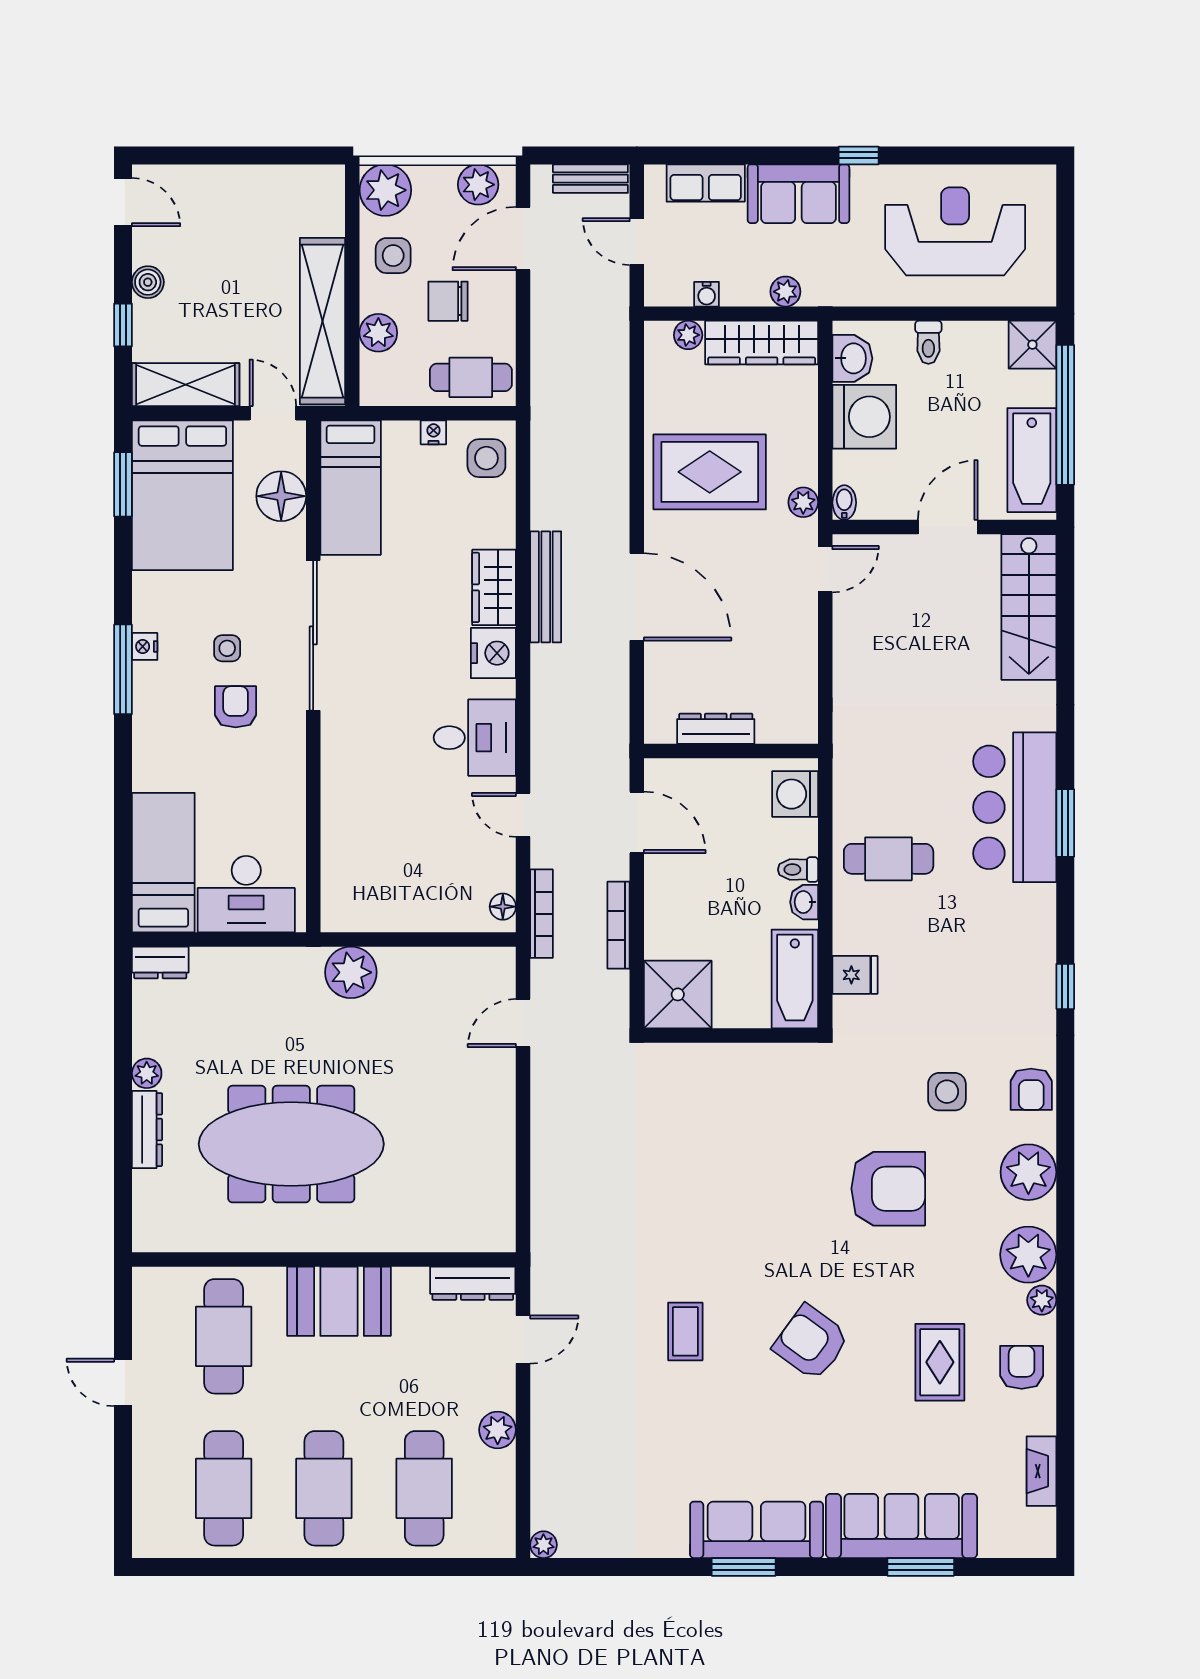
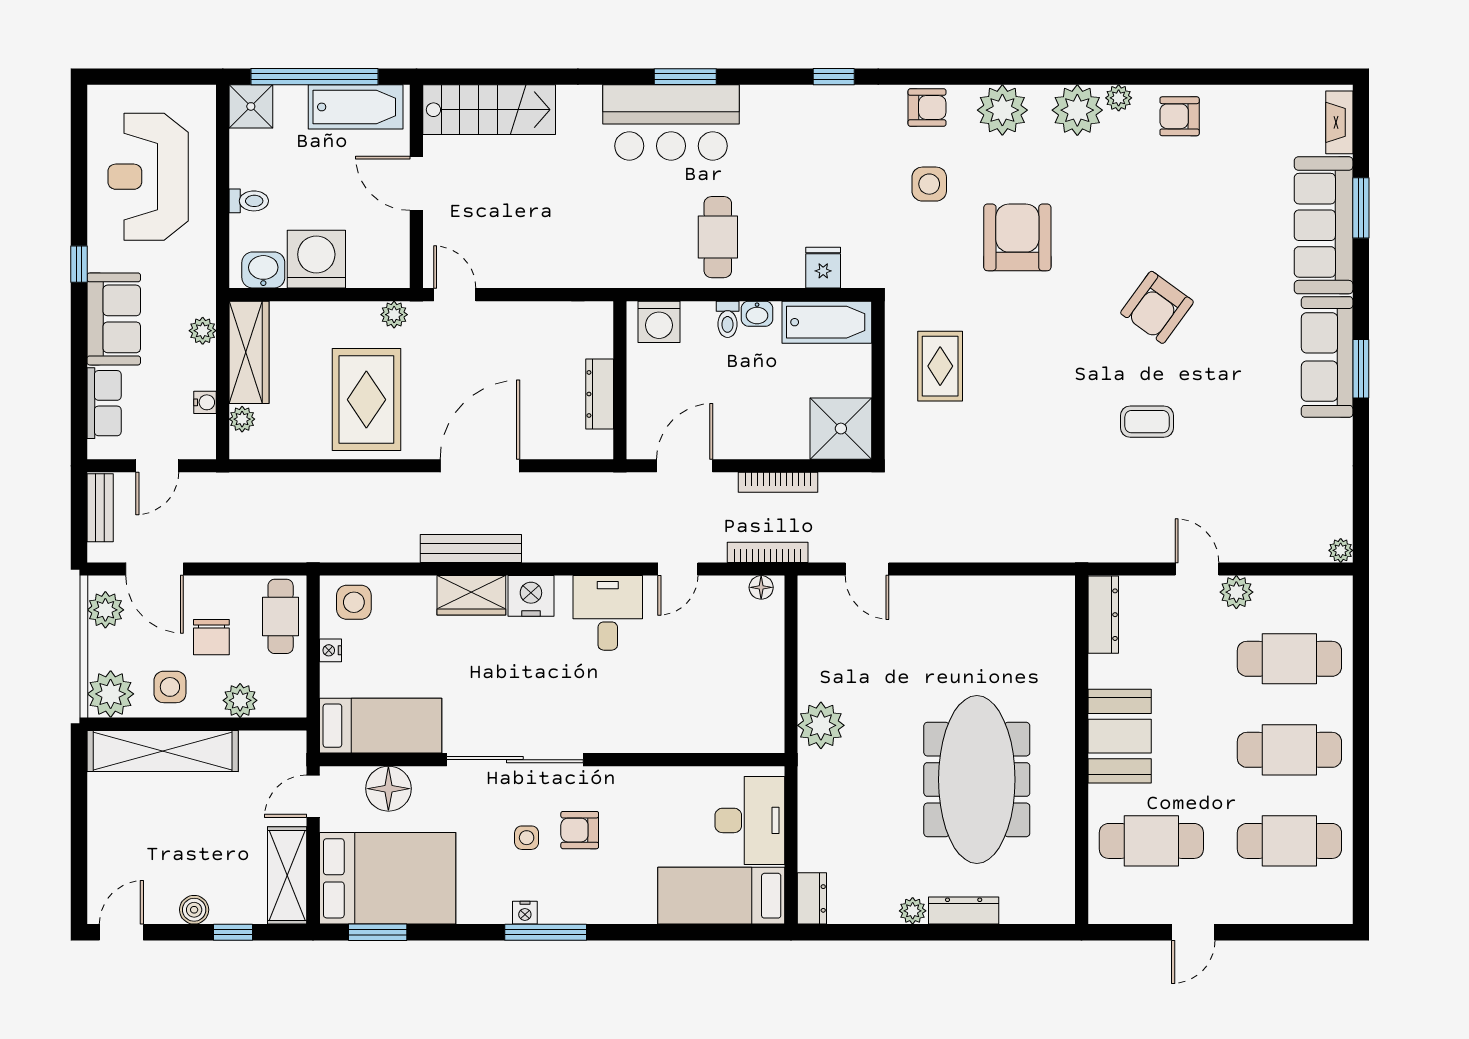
shelving: (323, 321) -> (163, 751), moved
bidet: (844, 503) -> (394, 277), removed
door: (523, 1340) -> (1197, 569), moved
rug: (940, 1362) -> (940, 366), moved, turned 90
fireplace: (1041, 1471) -> (1339, 122), moved, turned 90

